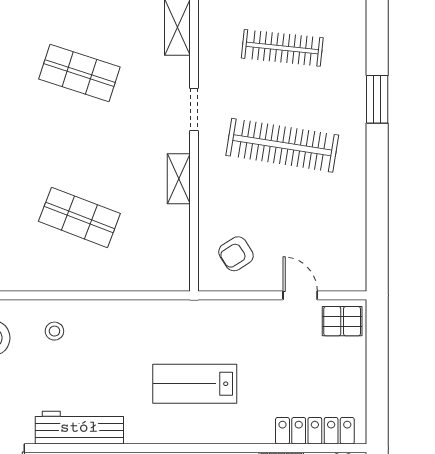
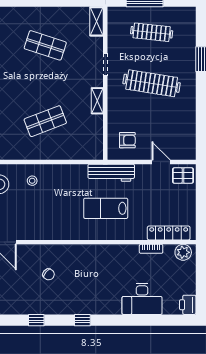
shop shelf: (79, 217) -> (45, 121), turned -42
armchair: (236, 254) -> (127, 140), turned -148
workbench: (79, 428) -> (111, 173), moved, turned 180

